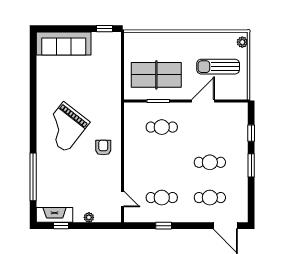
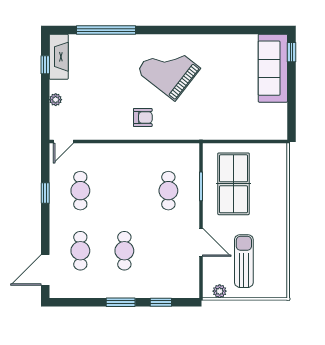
window: (104, 29) -> (291, 52), moved
plant: (242, 42) -> (220, 291), moved
door: (122, 199) -> (63, 142), moved

